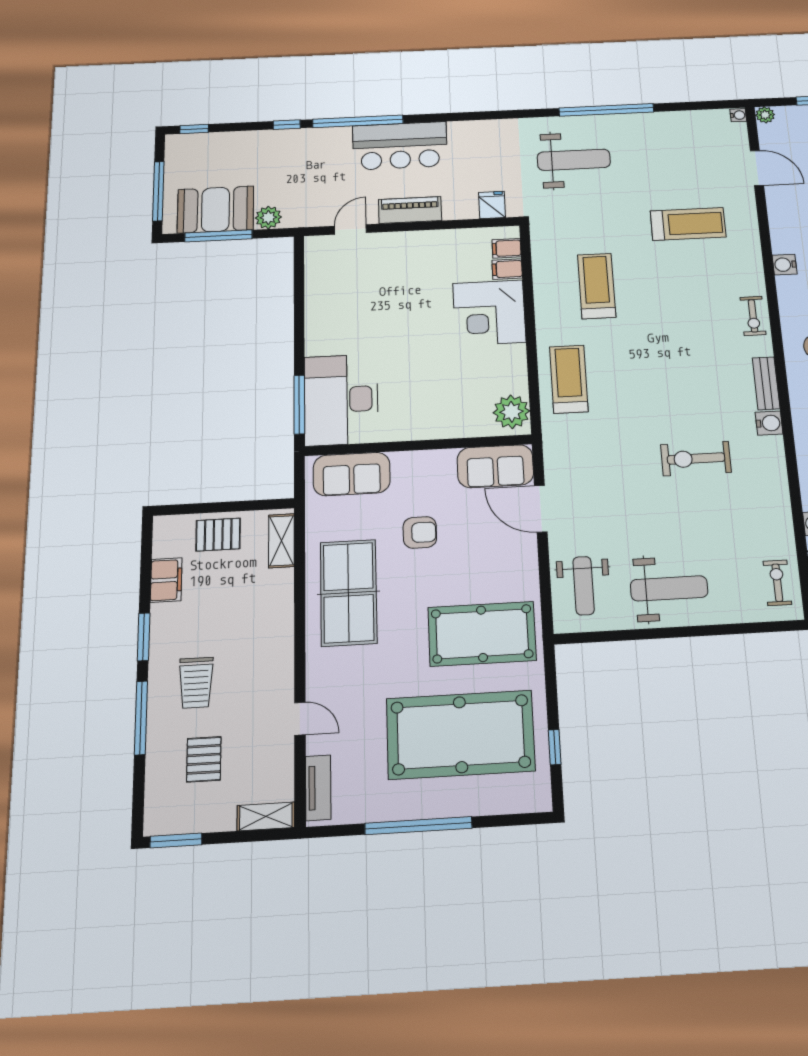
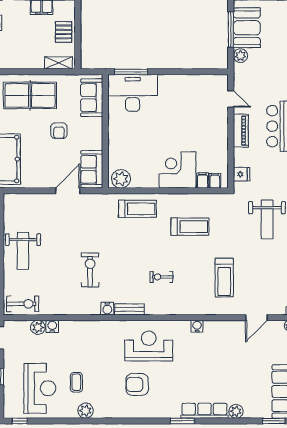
exercise bike: (753, 316) -> (161, 277), moved
exercise bike: (777, 583) -> (23, 304), width x1.38, depth x1.39
weight bench: (584, 586) -> (27, 209), removed

